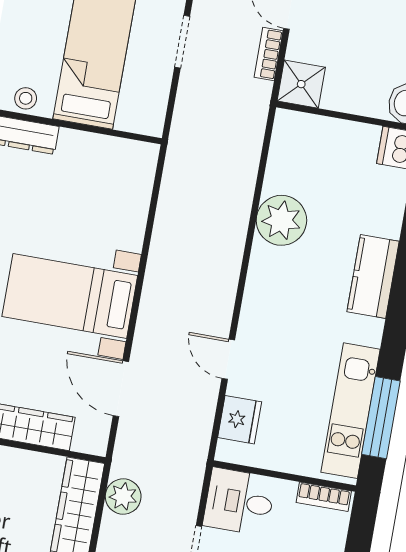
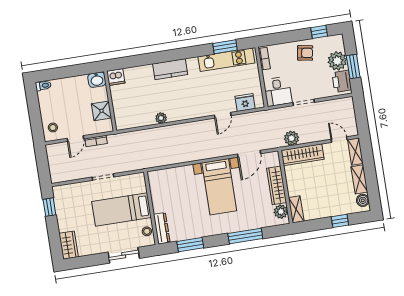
shower: (301, 84) -> (101, 111), moved
plant: (281, 220) -> (161, 118), width x0.53, depth x0.53
window: (381, 418) -> (225, 47), width x0.69

